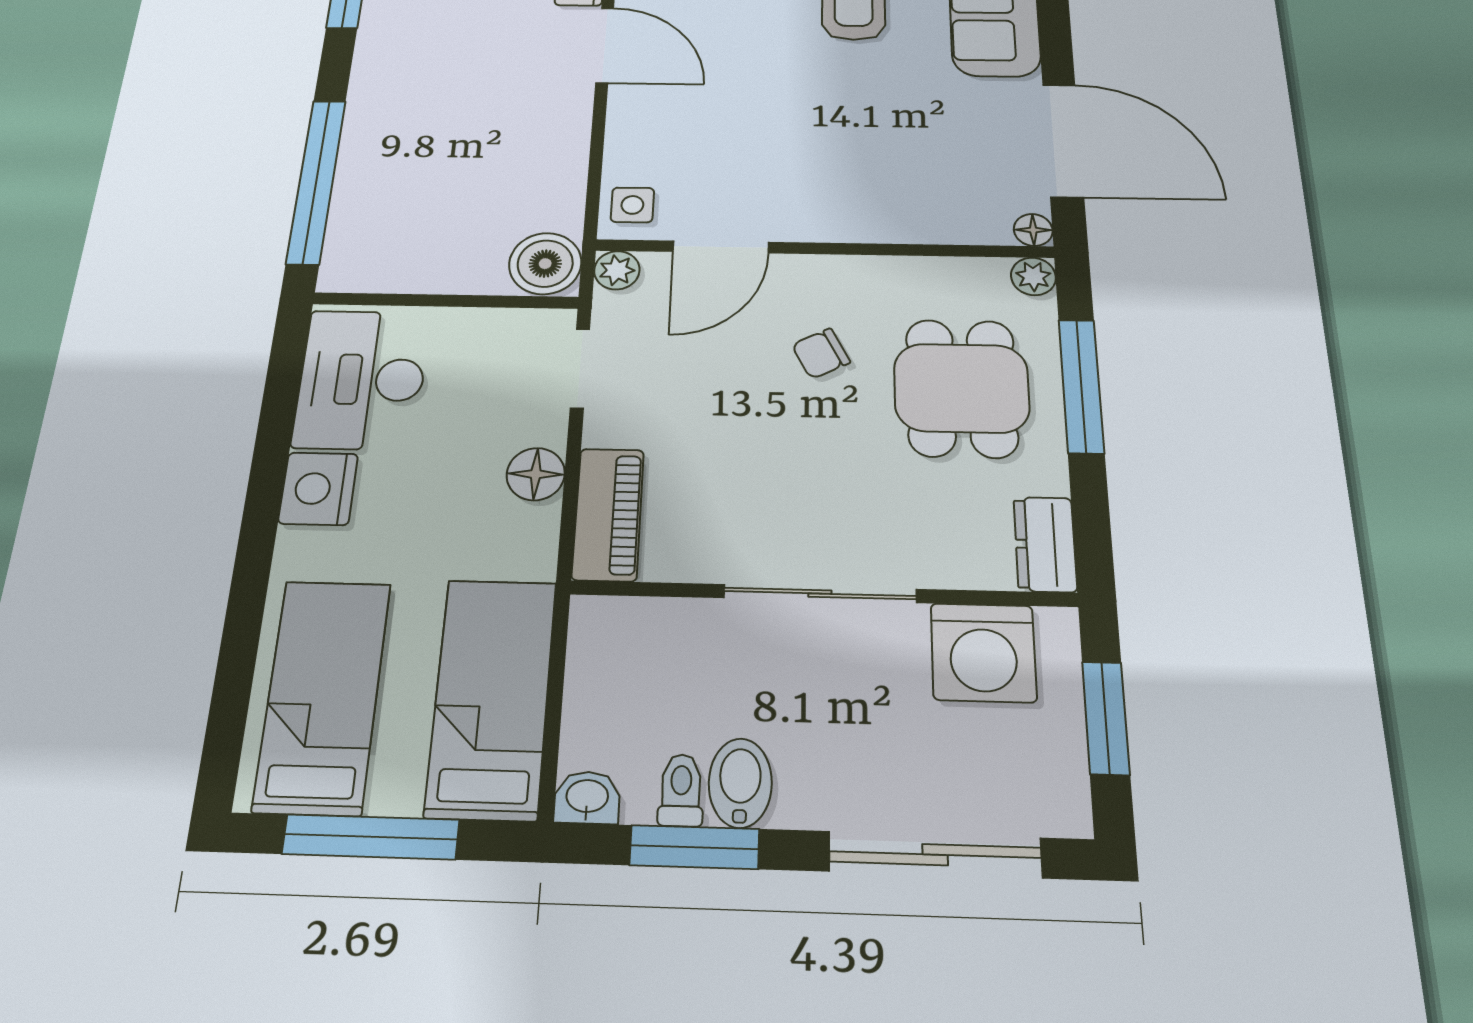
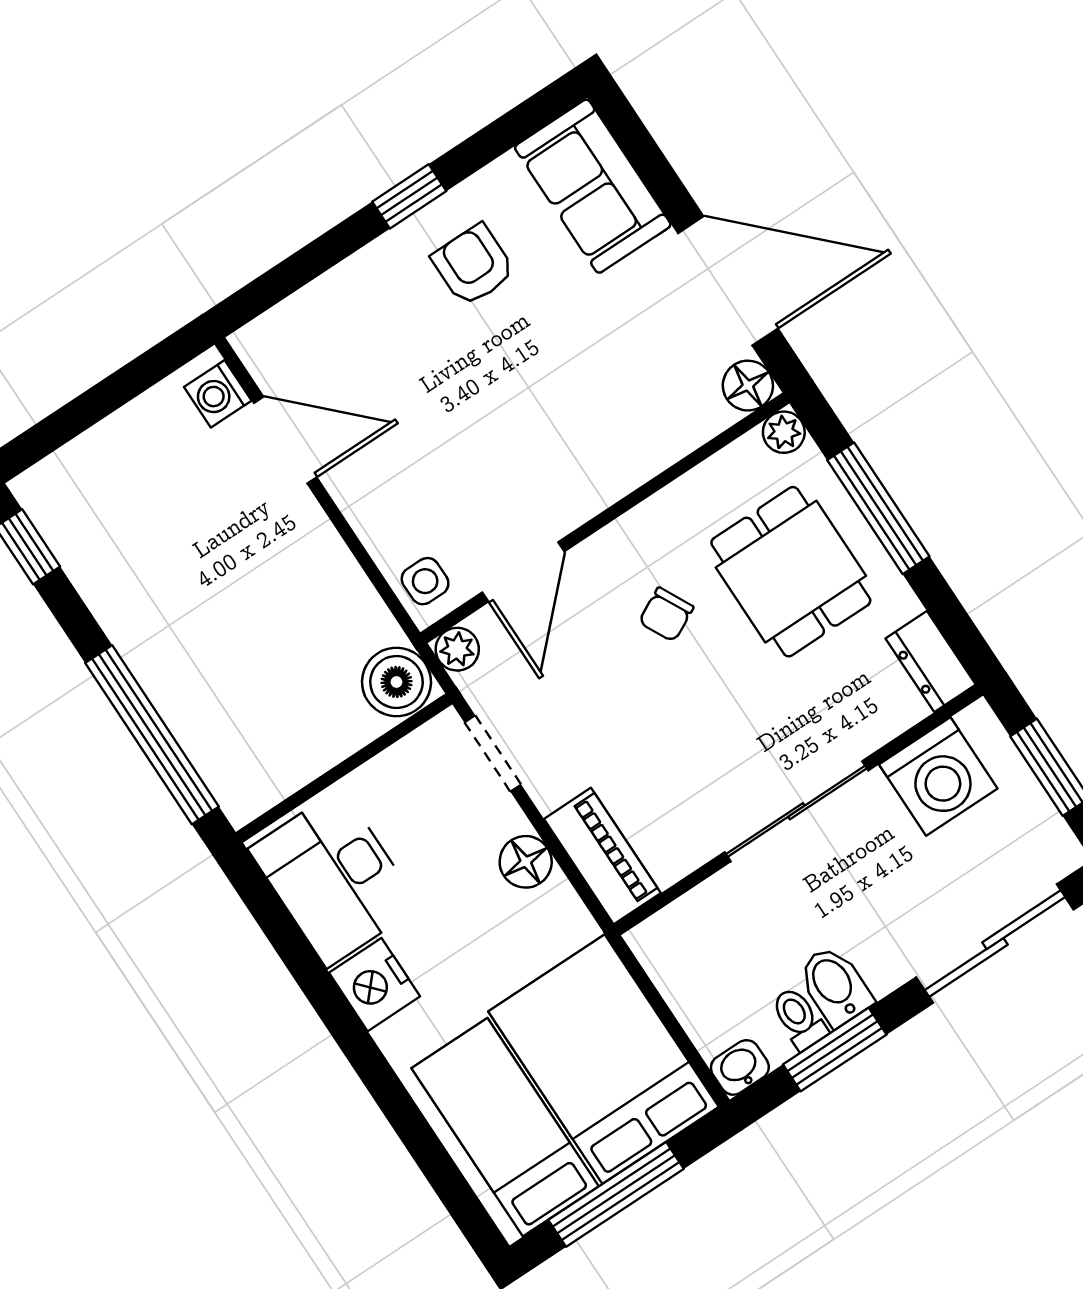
floor lamp: (1033, 230) -> (748, 386), width x1.37, depth x1.37
bed: (492, 697) -> (604, 1059), width x1.50

